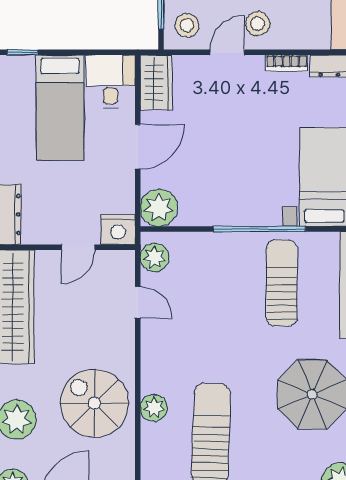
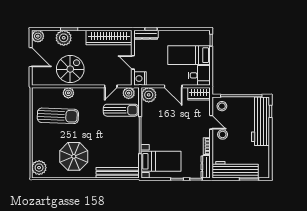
sun lounger: (282, 283) -> (121, 110), moved

